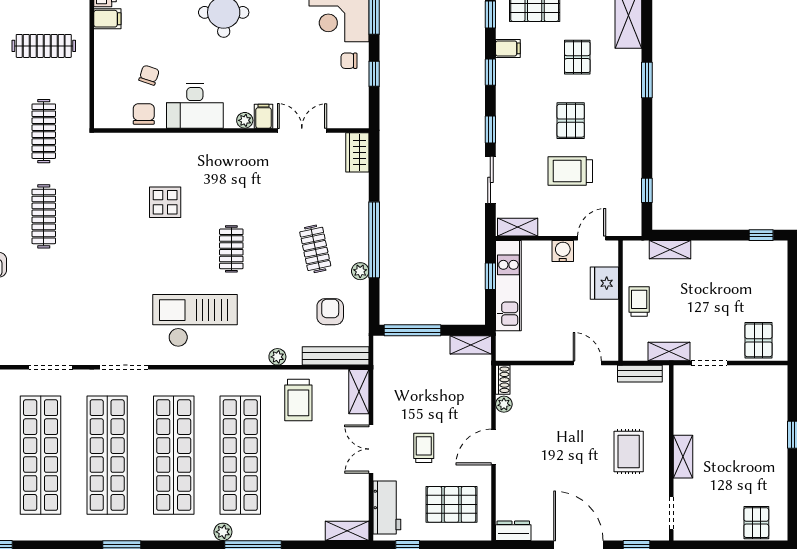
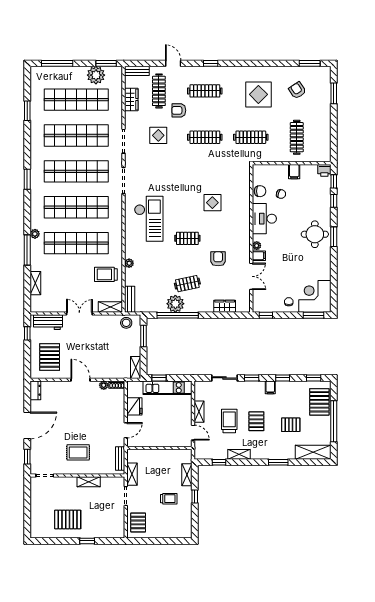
filing cabinet: (107, 19) -> (294, 172), moved
filing cabinet: (508, 48) -> (270, 387), moved
window: (374, 74) -> (266, 315), moved
pallet: (571, 121) -> (256, 421), turned 90
wardrobe: (357, 152) -> (225, 306), moved
shelving: (632, 153) -> (239, 454), added
shelving: (518, 227) -> (199, 412), moved
window: (761, 235) -> (195, 496), moved
window: (374, 240) -> (178, 315), moved
water cooler: (563, 251) -> (186, 417), removed
plant: (360, 271) -> (175, 304), width x1.88, depth x1.88
window: (490, 276) -> (159, 378), moved
fridge: (604, 283) -> (134, 406), moved, turned 90
trolley: (639, 301) -> (169, 499), moved
display table: (40, 303) -> (158, 135), added
armchair: (330, 312) -> (218, 259), moved, turned -90
window: (413, 330) -> (143, 336), width x0.69
pallet: (759, 340) -> (138, 522), turned 90
bench: (336, 356) -> (130, 299), width x0.73
stool: (388, 362) -> (126, 323), added
trolley: (424, 448) -> (80, 342), removed
shelving: (683, 457) -> (89, 482), moved
pallet: (756, 523) -> (68, 519), moved, width x1.50, depth x1.42
shelving: (347, 531) -> (35, 283), moved

